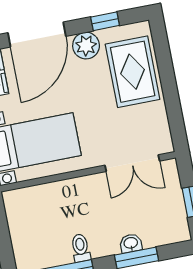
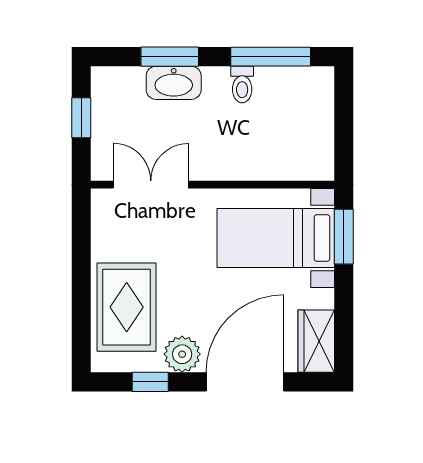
washbasin: (131, 243) -> (174, 83), width x1.91, depth x1.45

